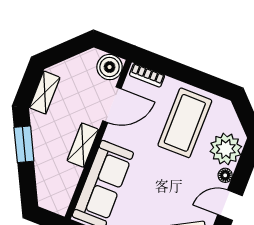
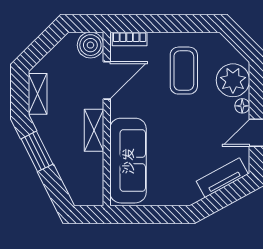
coffee table: (185, 123) -> (184, 71), width x0.73, depth x0.76

